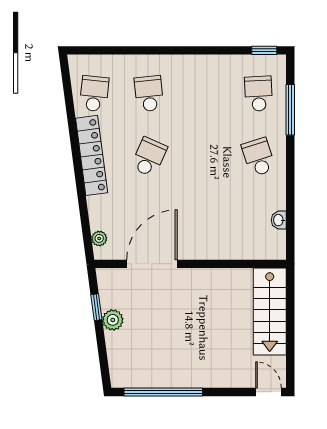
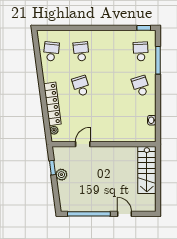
locker: (92, 155) -> (52, 104), moved
school desk: (149, 157) -> (81, 86), turned -42
door: (152, 264) -> (83, 144), width x0.53
door: (269, 392) -> (124, 214), moved

